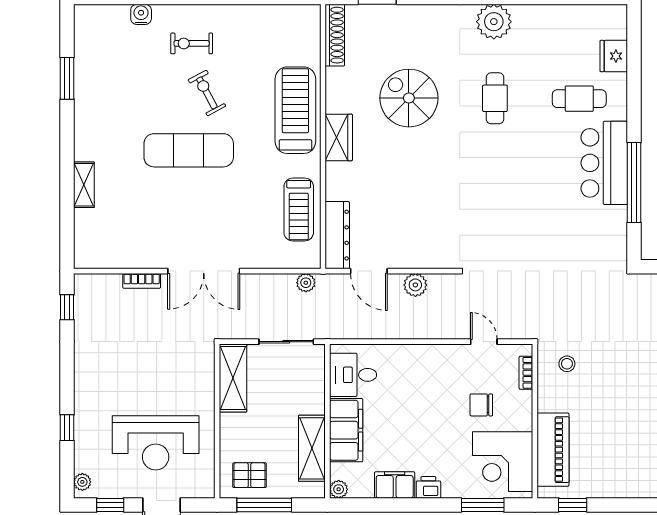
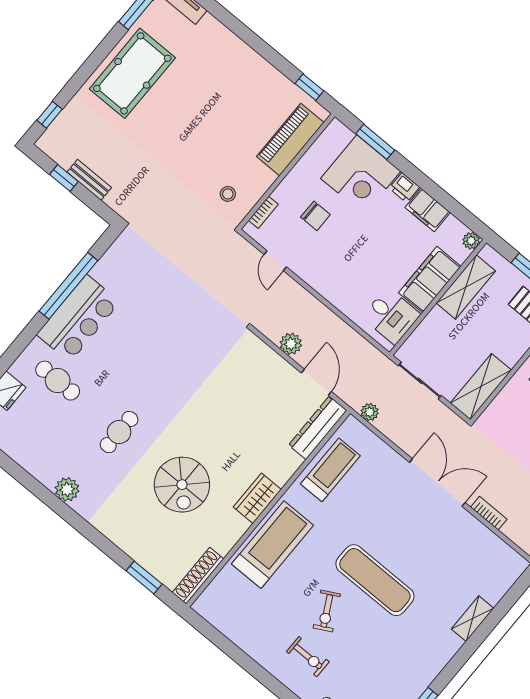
plant: (494, 22) -> (67, 489), width x0.73, depth x0.73
treadmill: (295, 110) -> (272, 545), turned 180
corner desk: (503, 462) -> (361, 175), moved, turned 90

